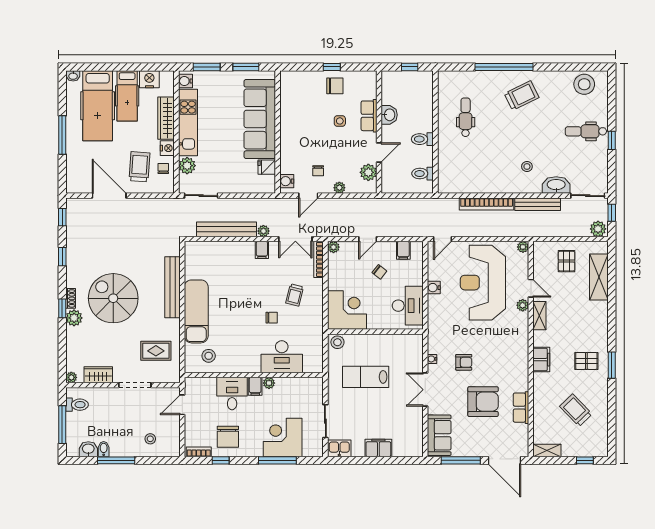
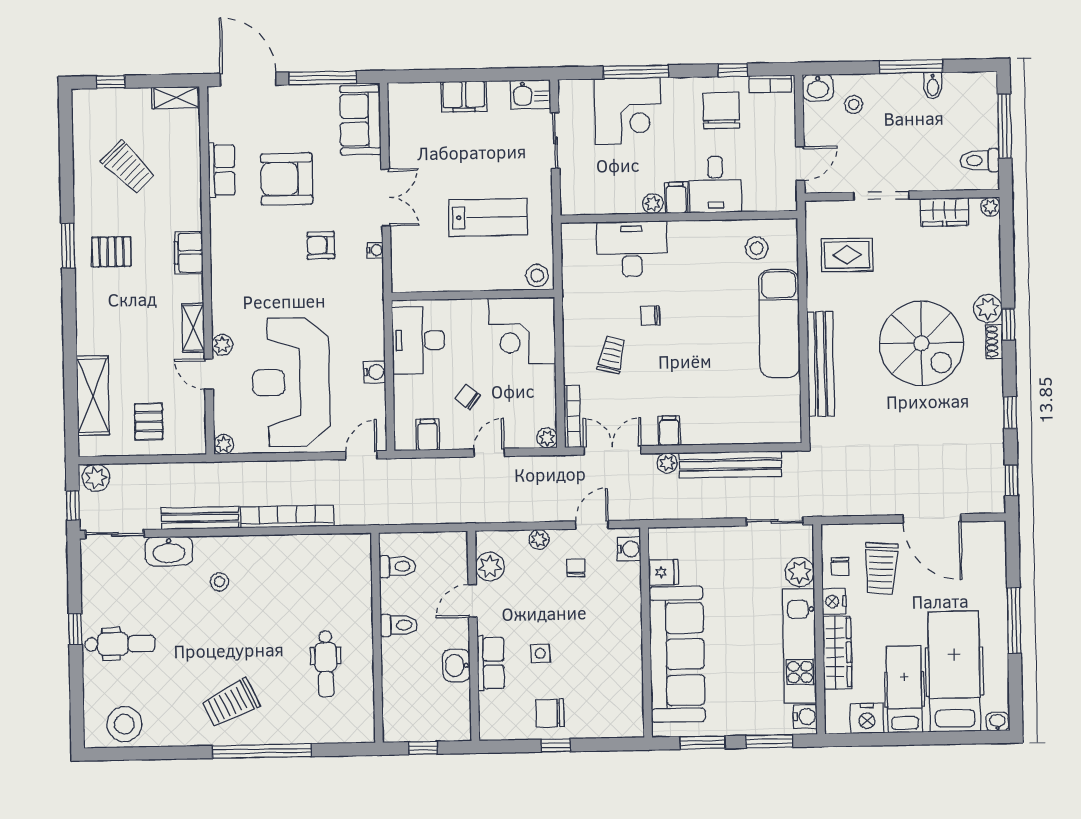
reception desk: (483, 283) -> (291, 382), turned 180
washbasin: (88, 449) -> (818, 88), moved

